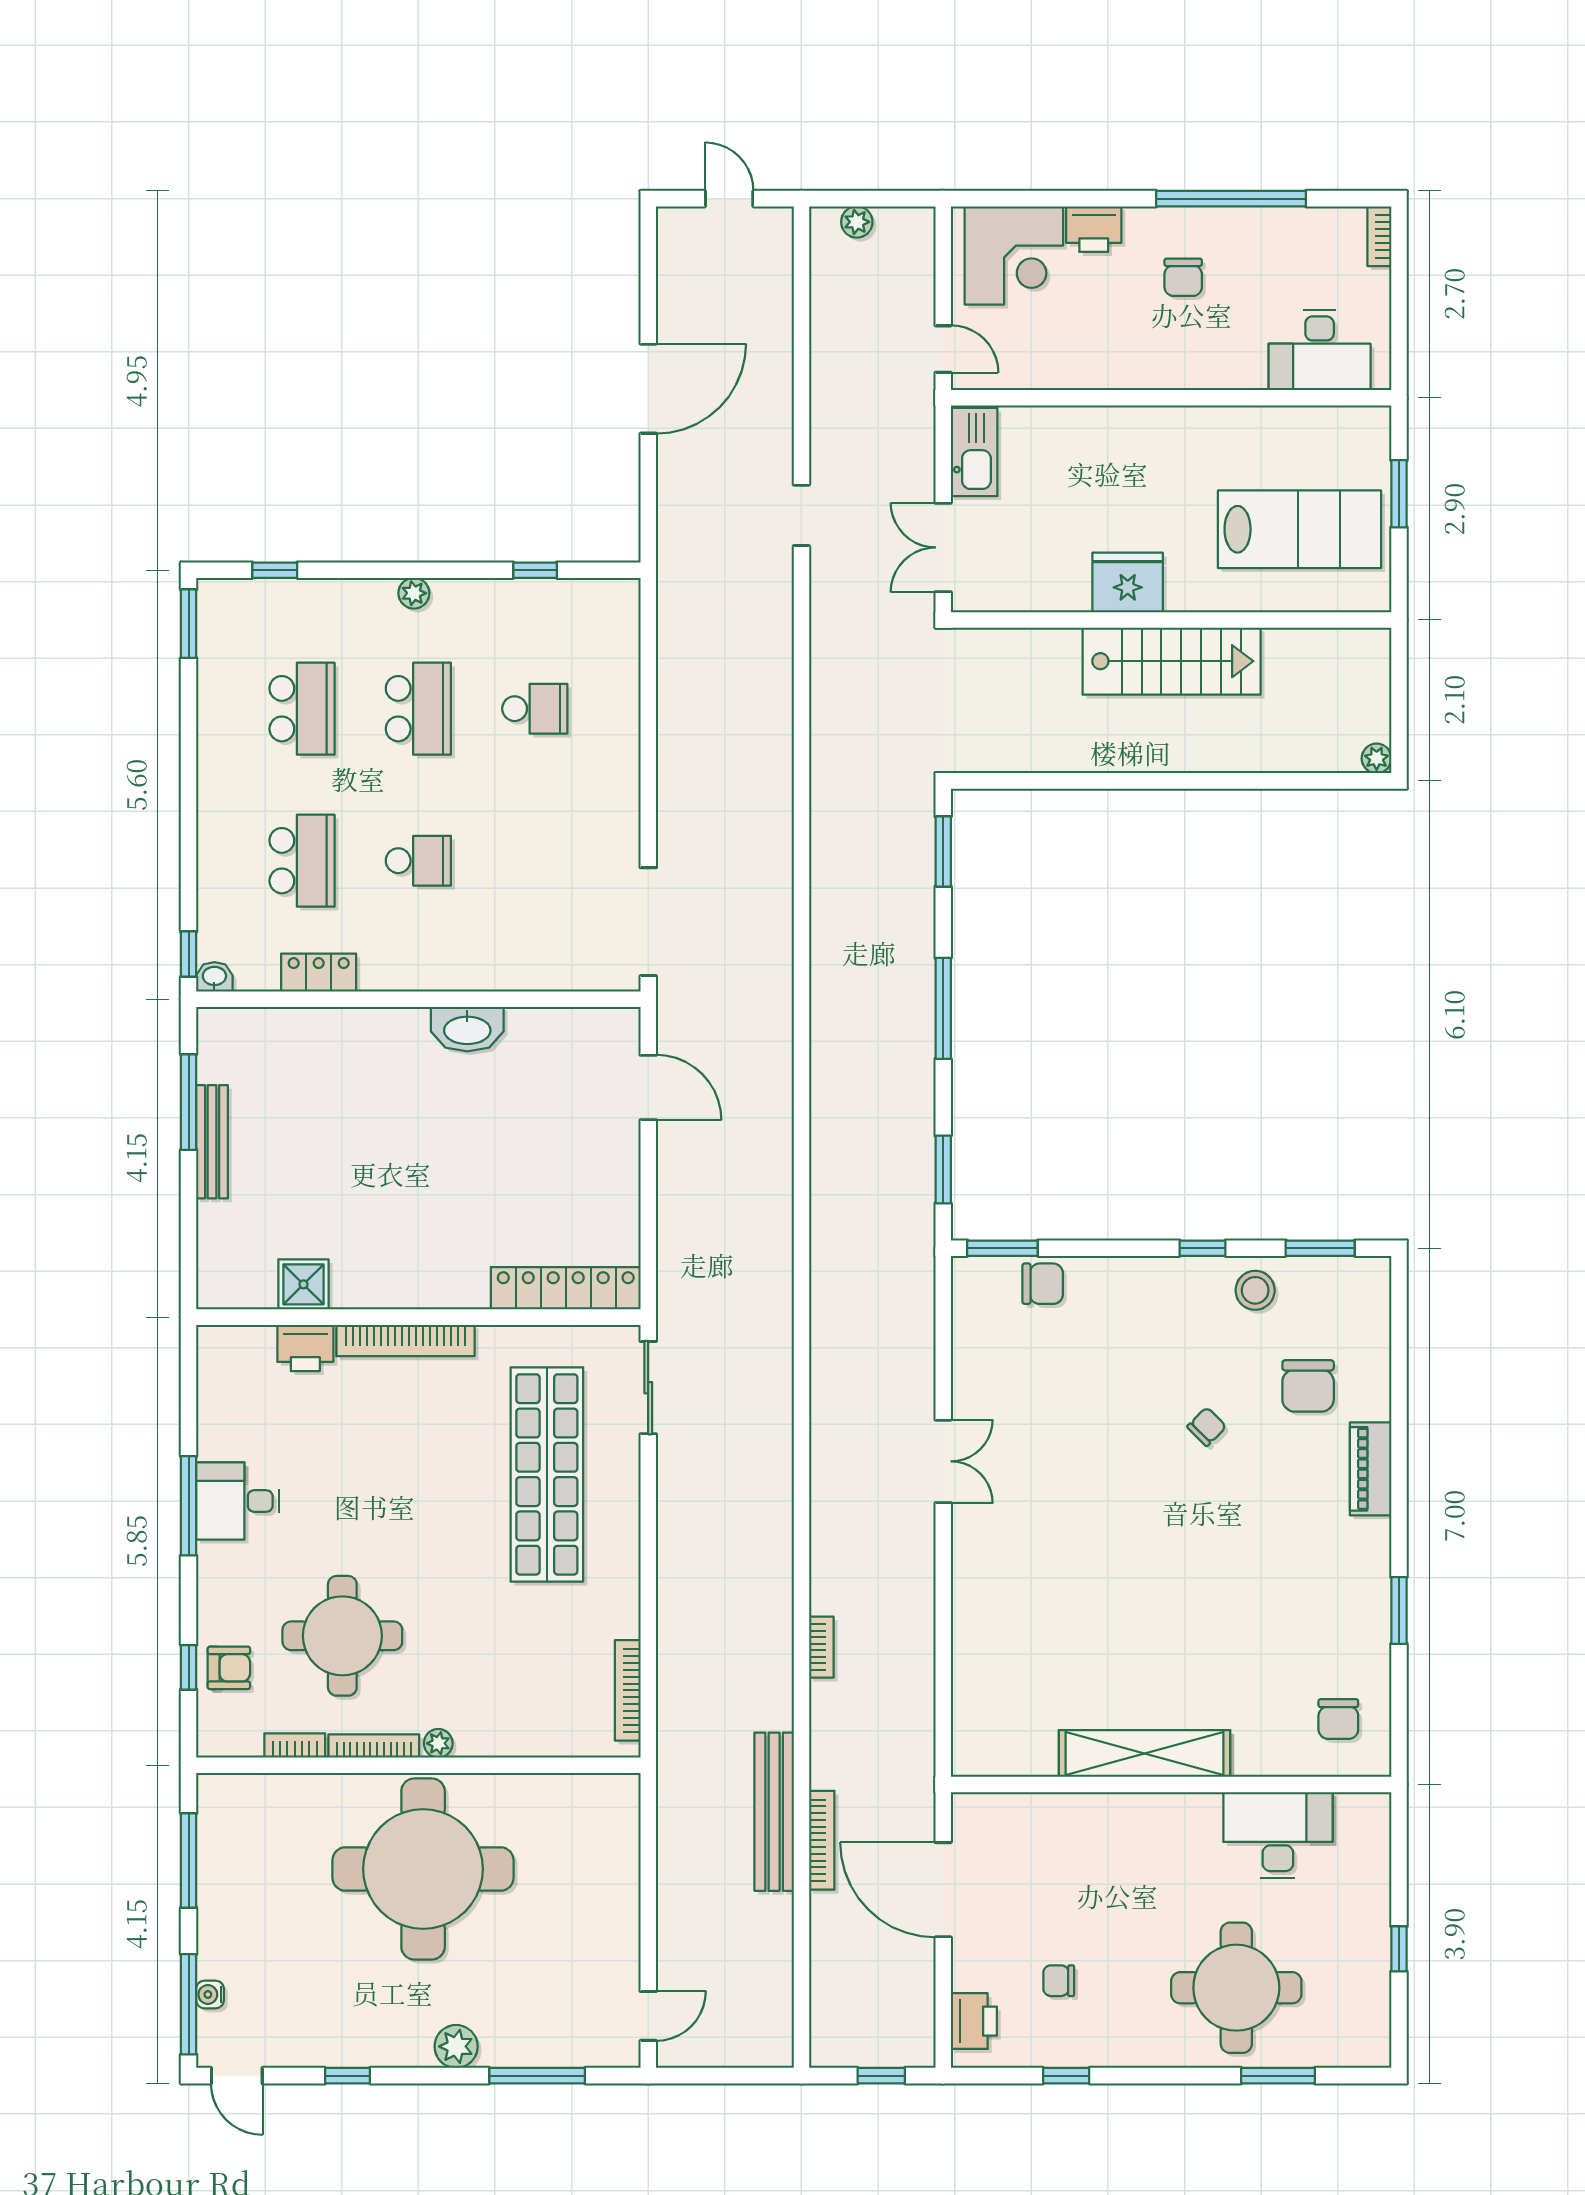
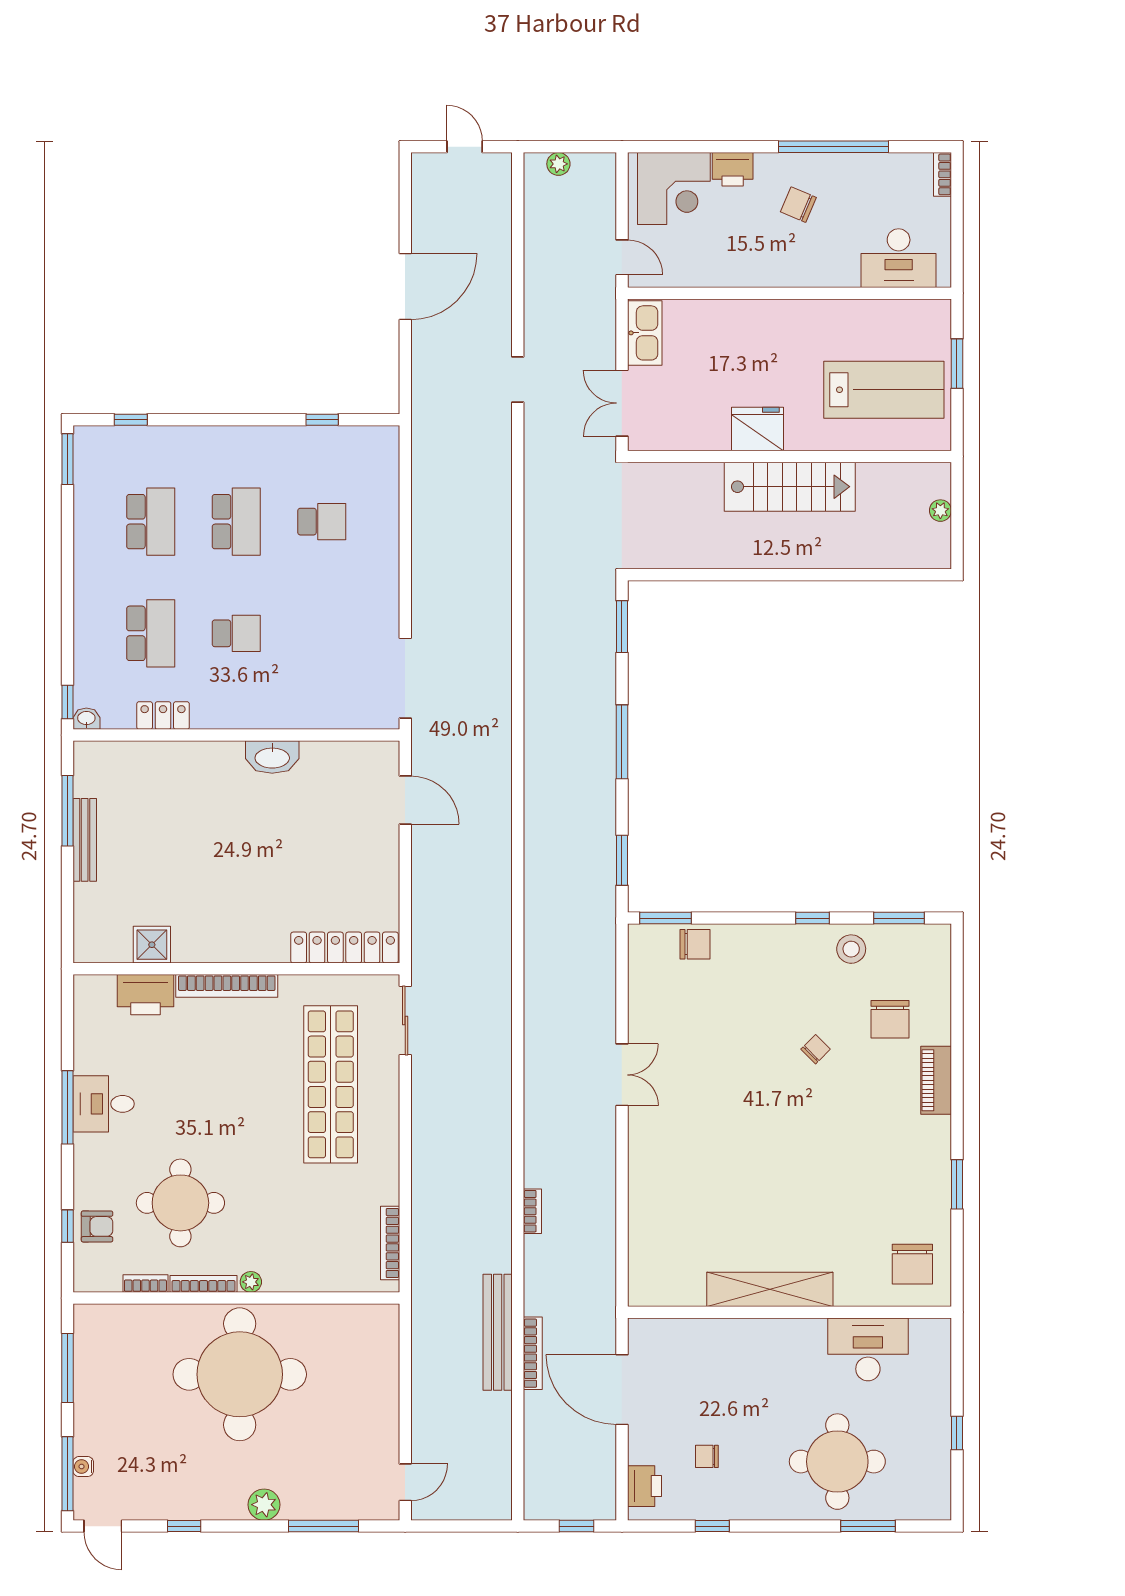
chair: (1183, 277) -> (798, 205), turned 113
plant: (414, 593) -> (233, 437), removed
plant: (1377, 758) -> (940, 511), moved
printer: (305, 1348) -> (146, 995), width x1.37, depth x1.19
chair: (1338, 1719) -> (912, 1264), width x1.37, depth x1.37

